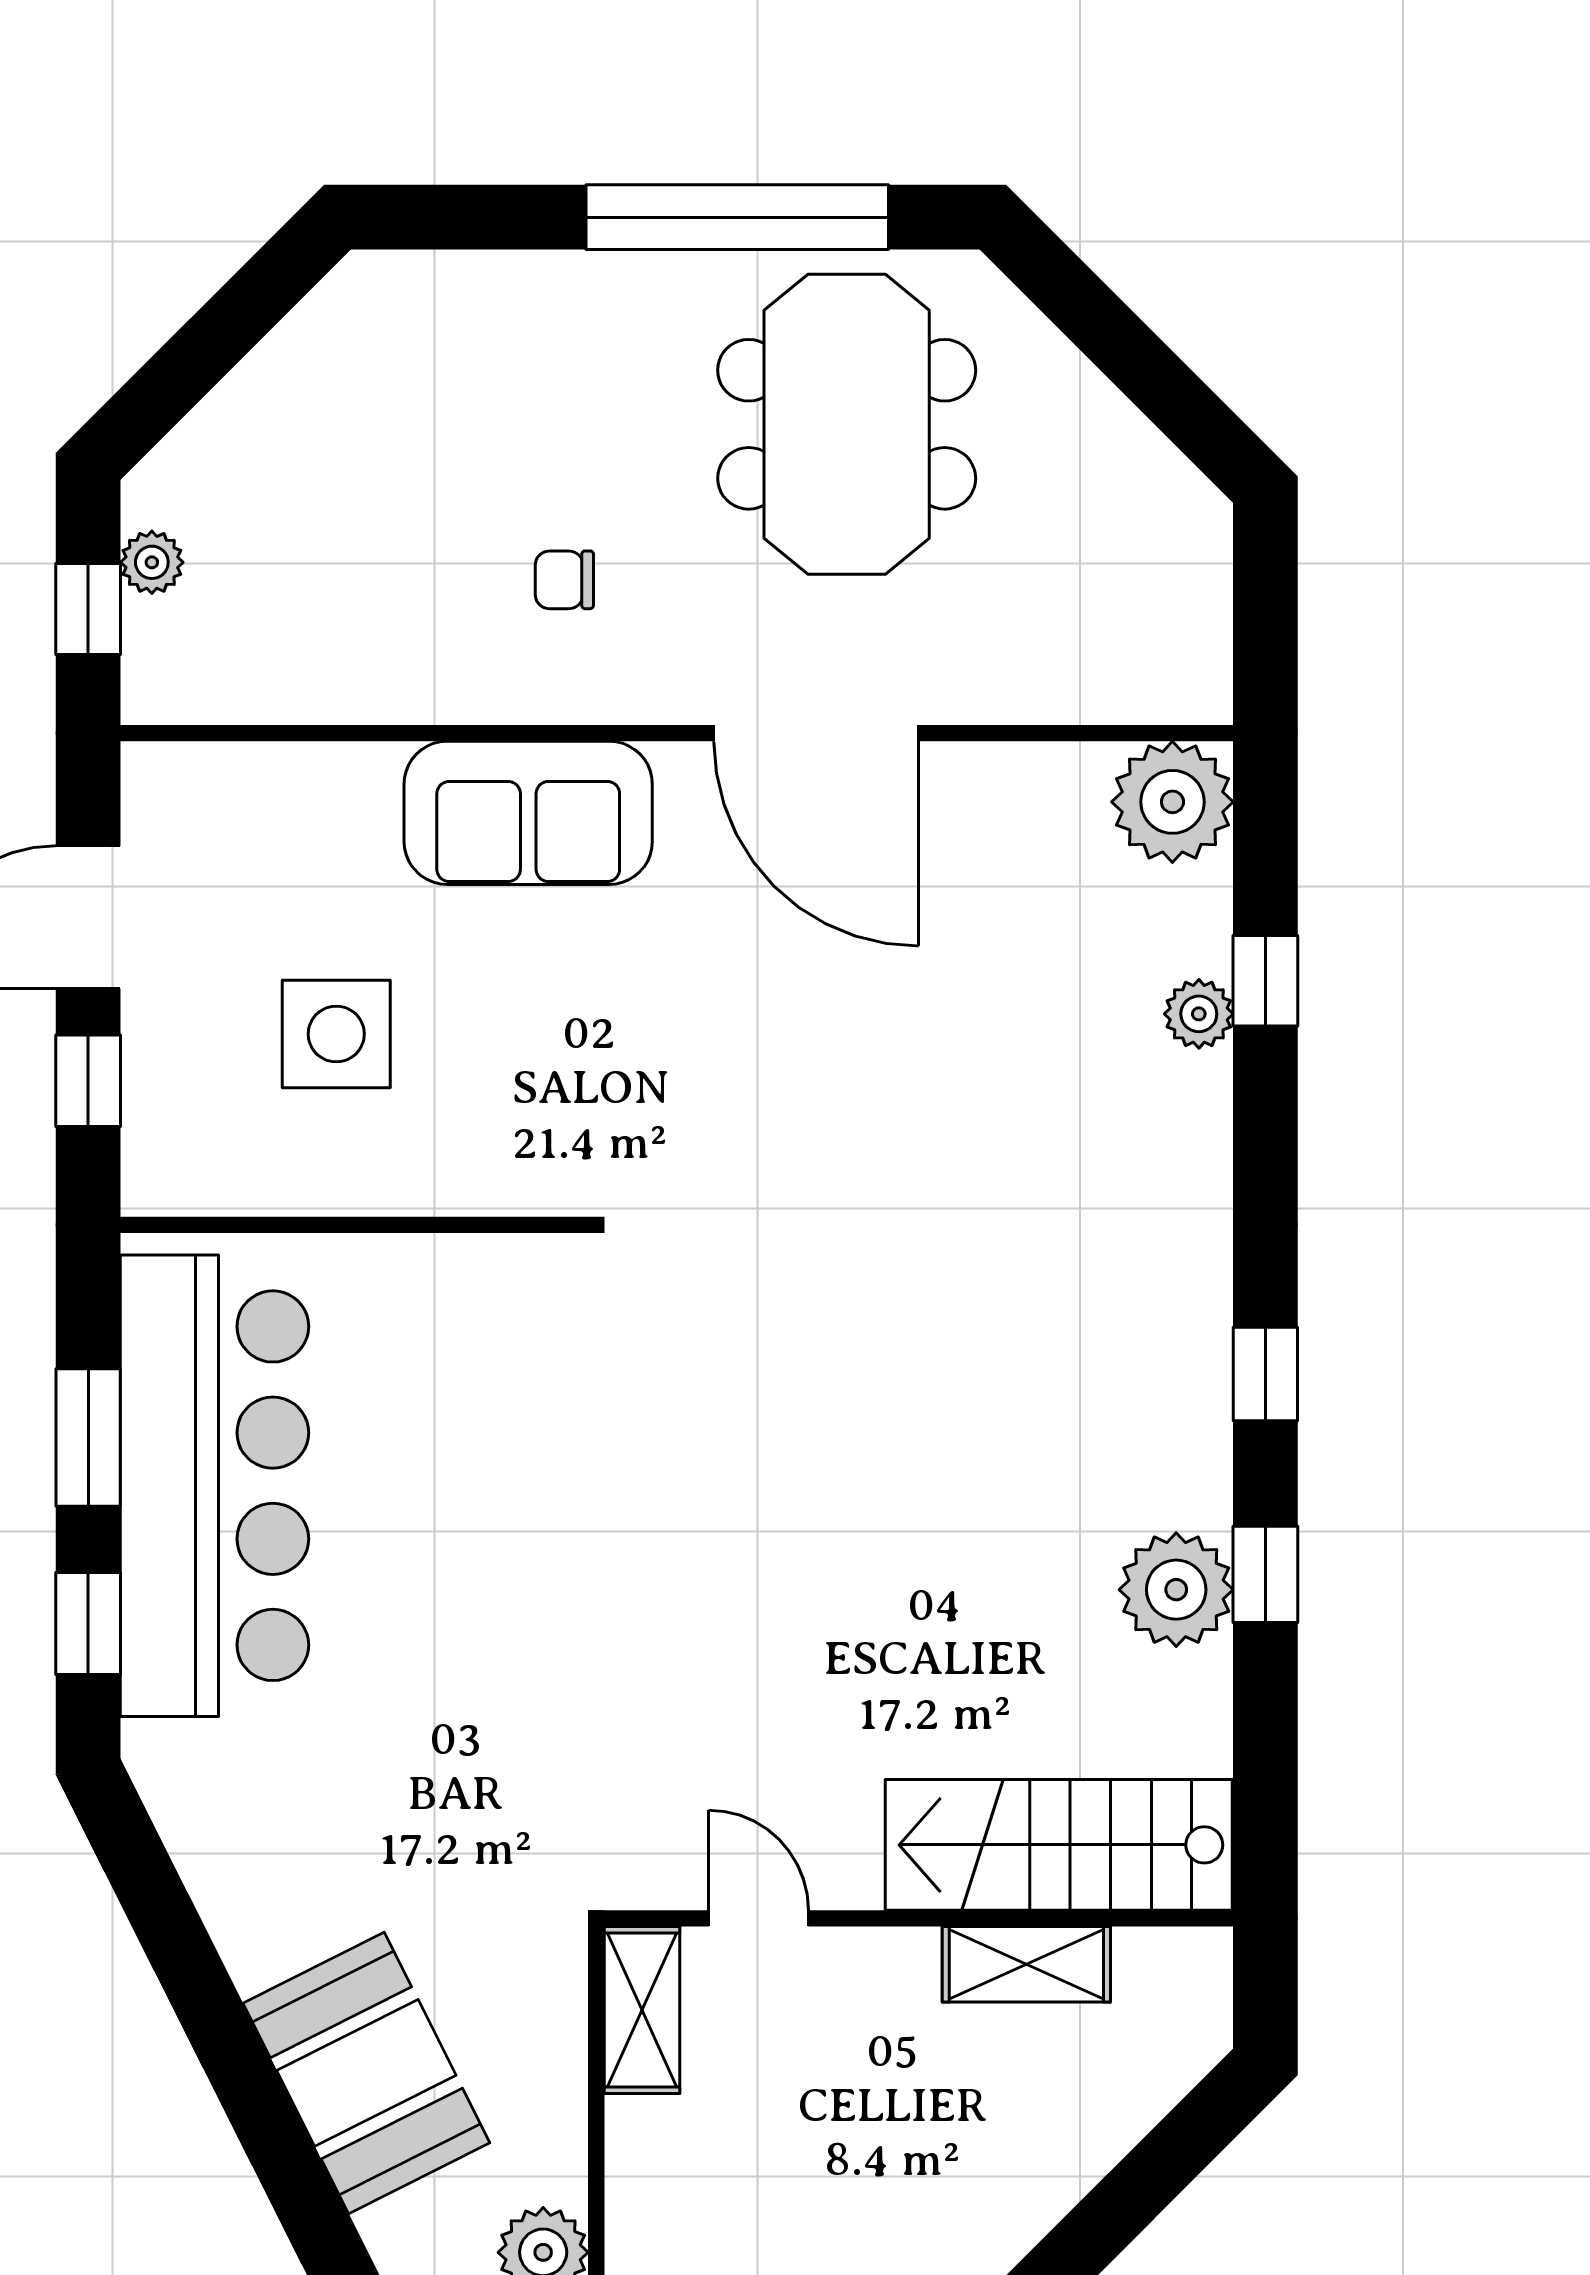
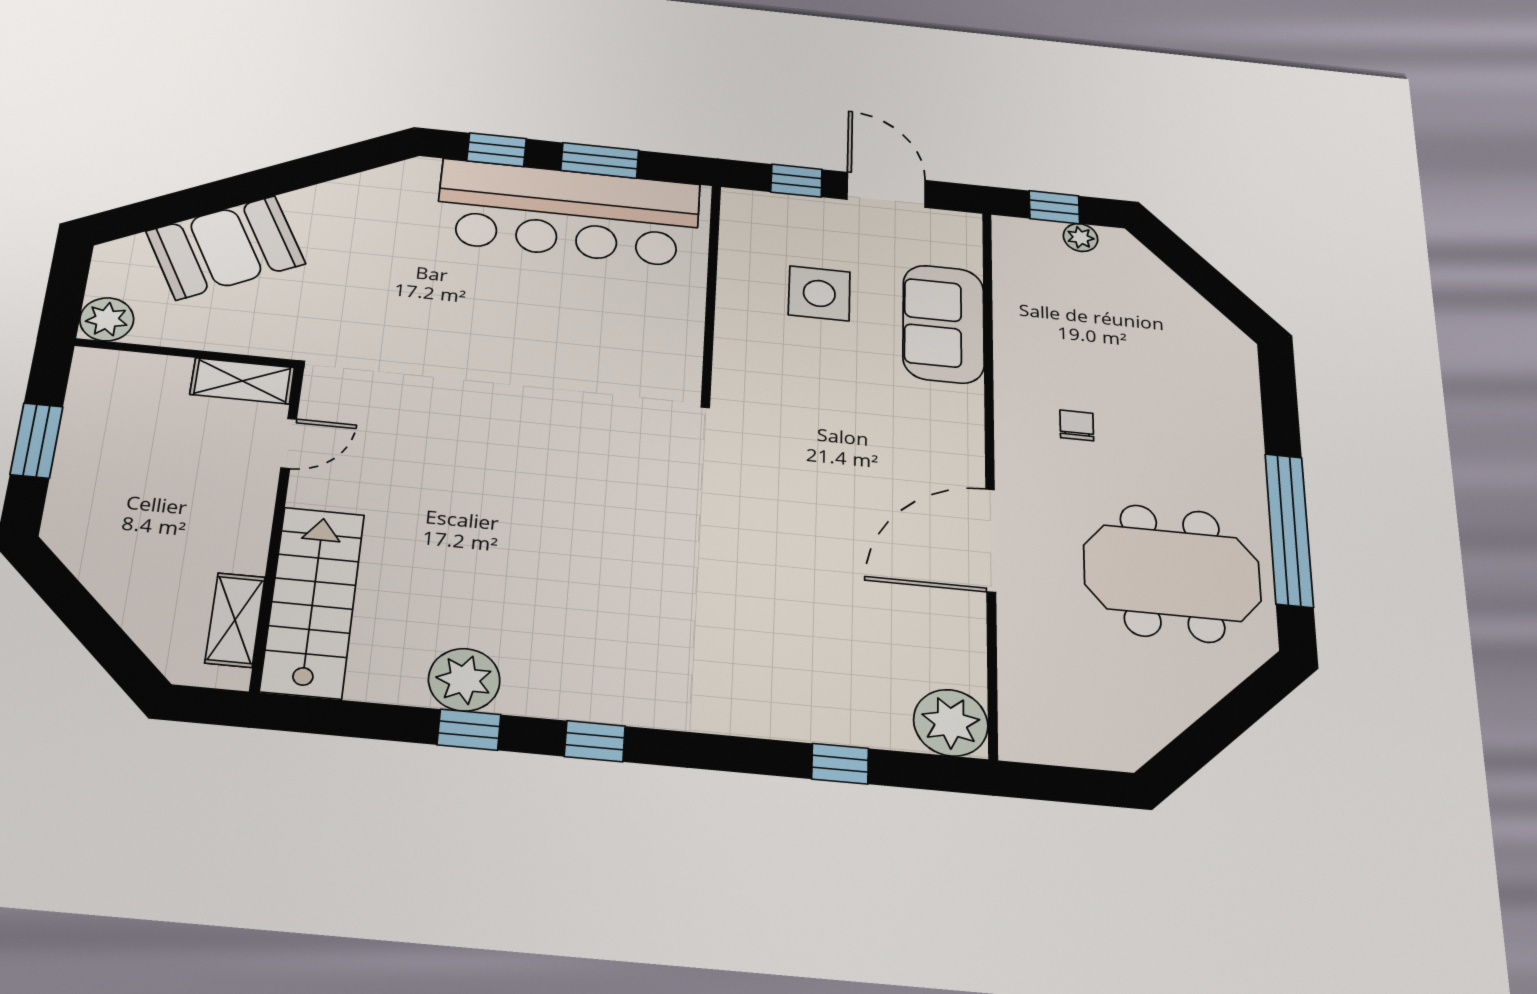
sofa: (528, 813) -> (943, 324), moved
plant: (1199, 1014) -> (820, 725), removed
shelving: (1026, 1964) -> (235, 620), moved

